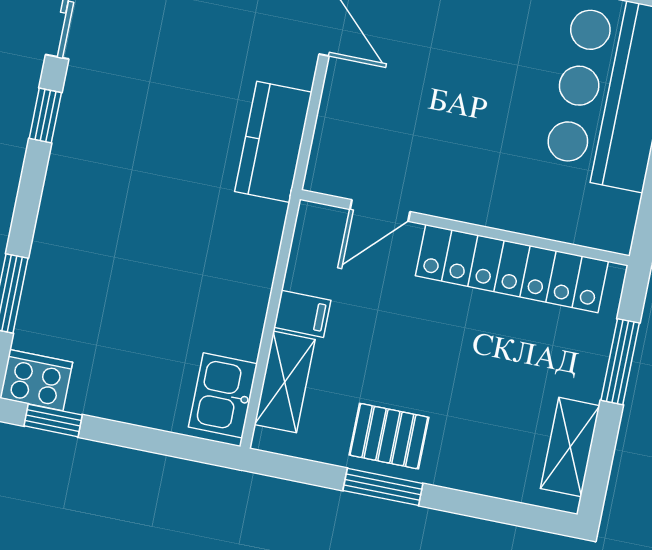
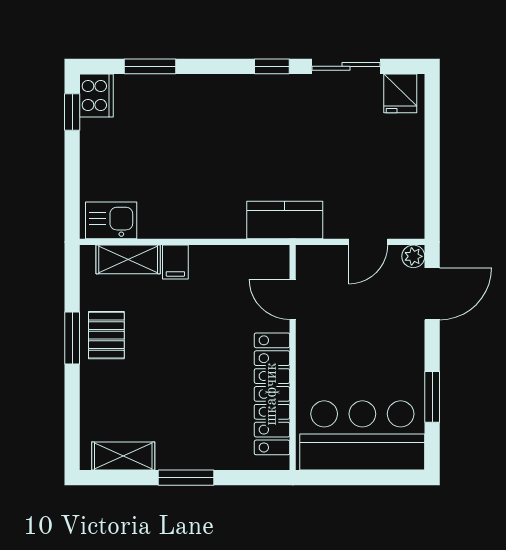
door: (380, 211) -> (293, 299), moved
wall: (465, 228) -> (293, 357), moved
locker: (512, 269) -> (272, 394), moved

